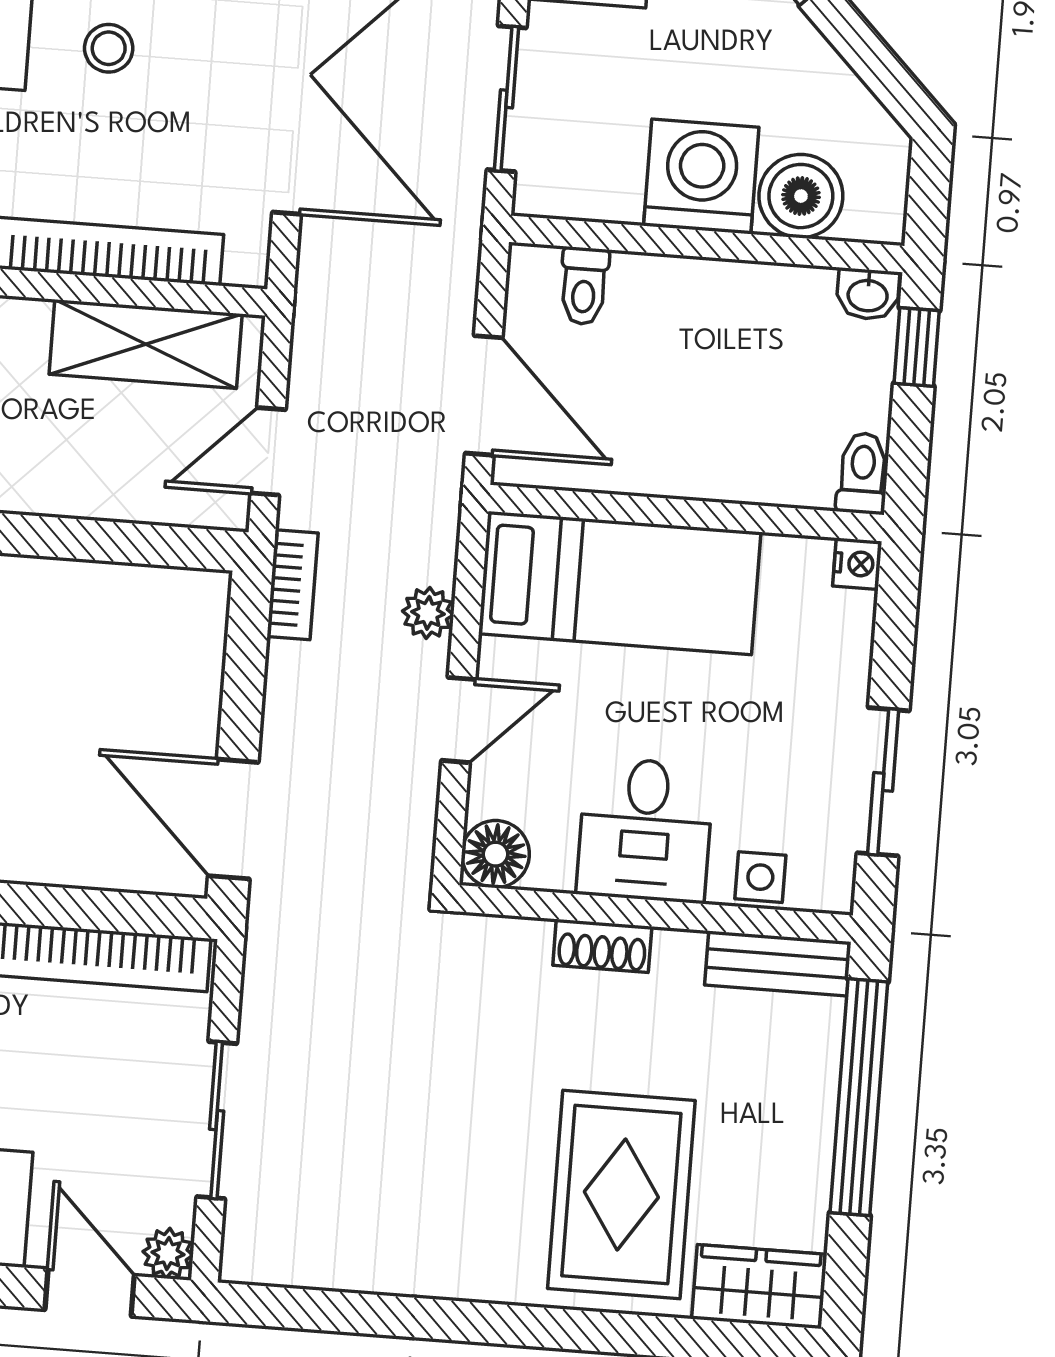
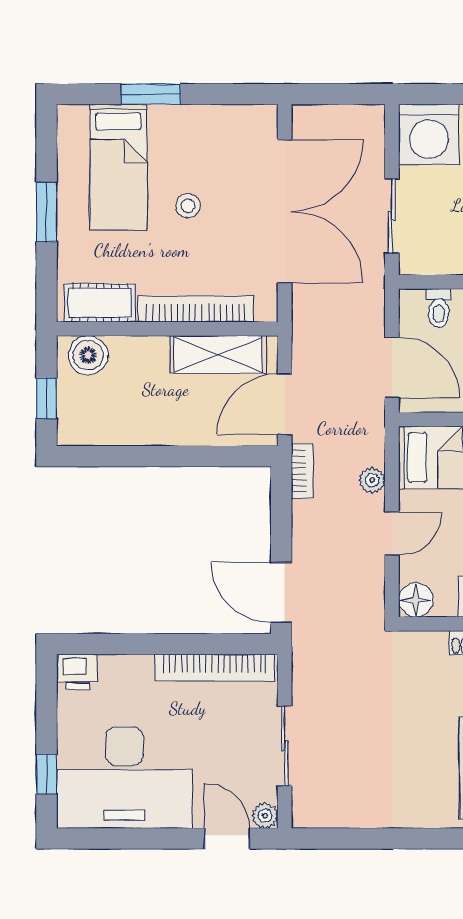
door: (268, 451) -> (285, 404), width x1.38

